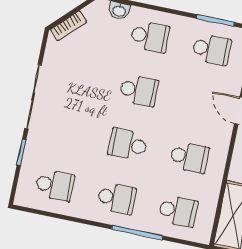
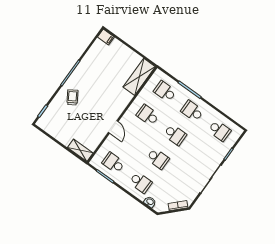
school desk: (150, 37) -> (141, 183), turned 180
school desk: (139, 91) -> (158, 159), turned 180
school desk: (55, 186) -> (219, 131), turned 180

